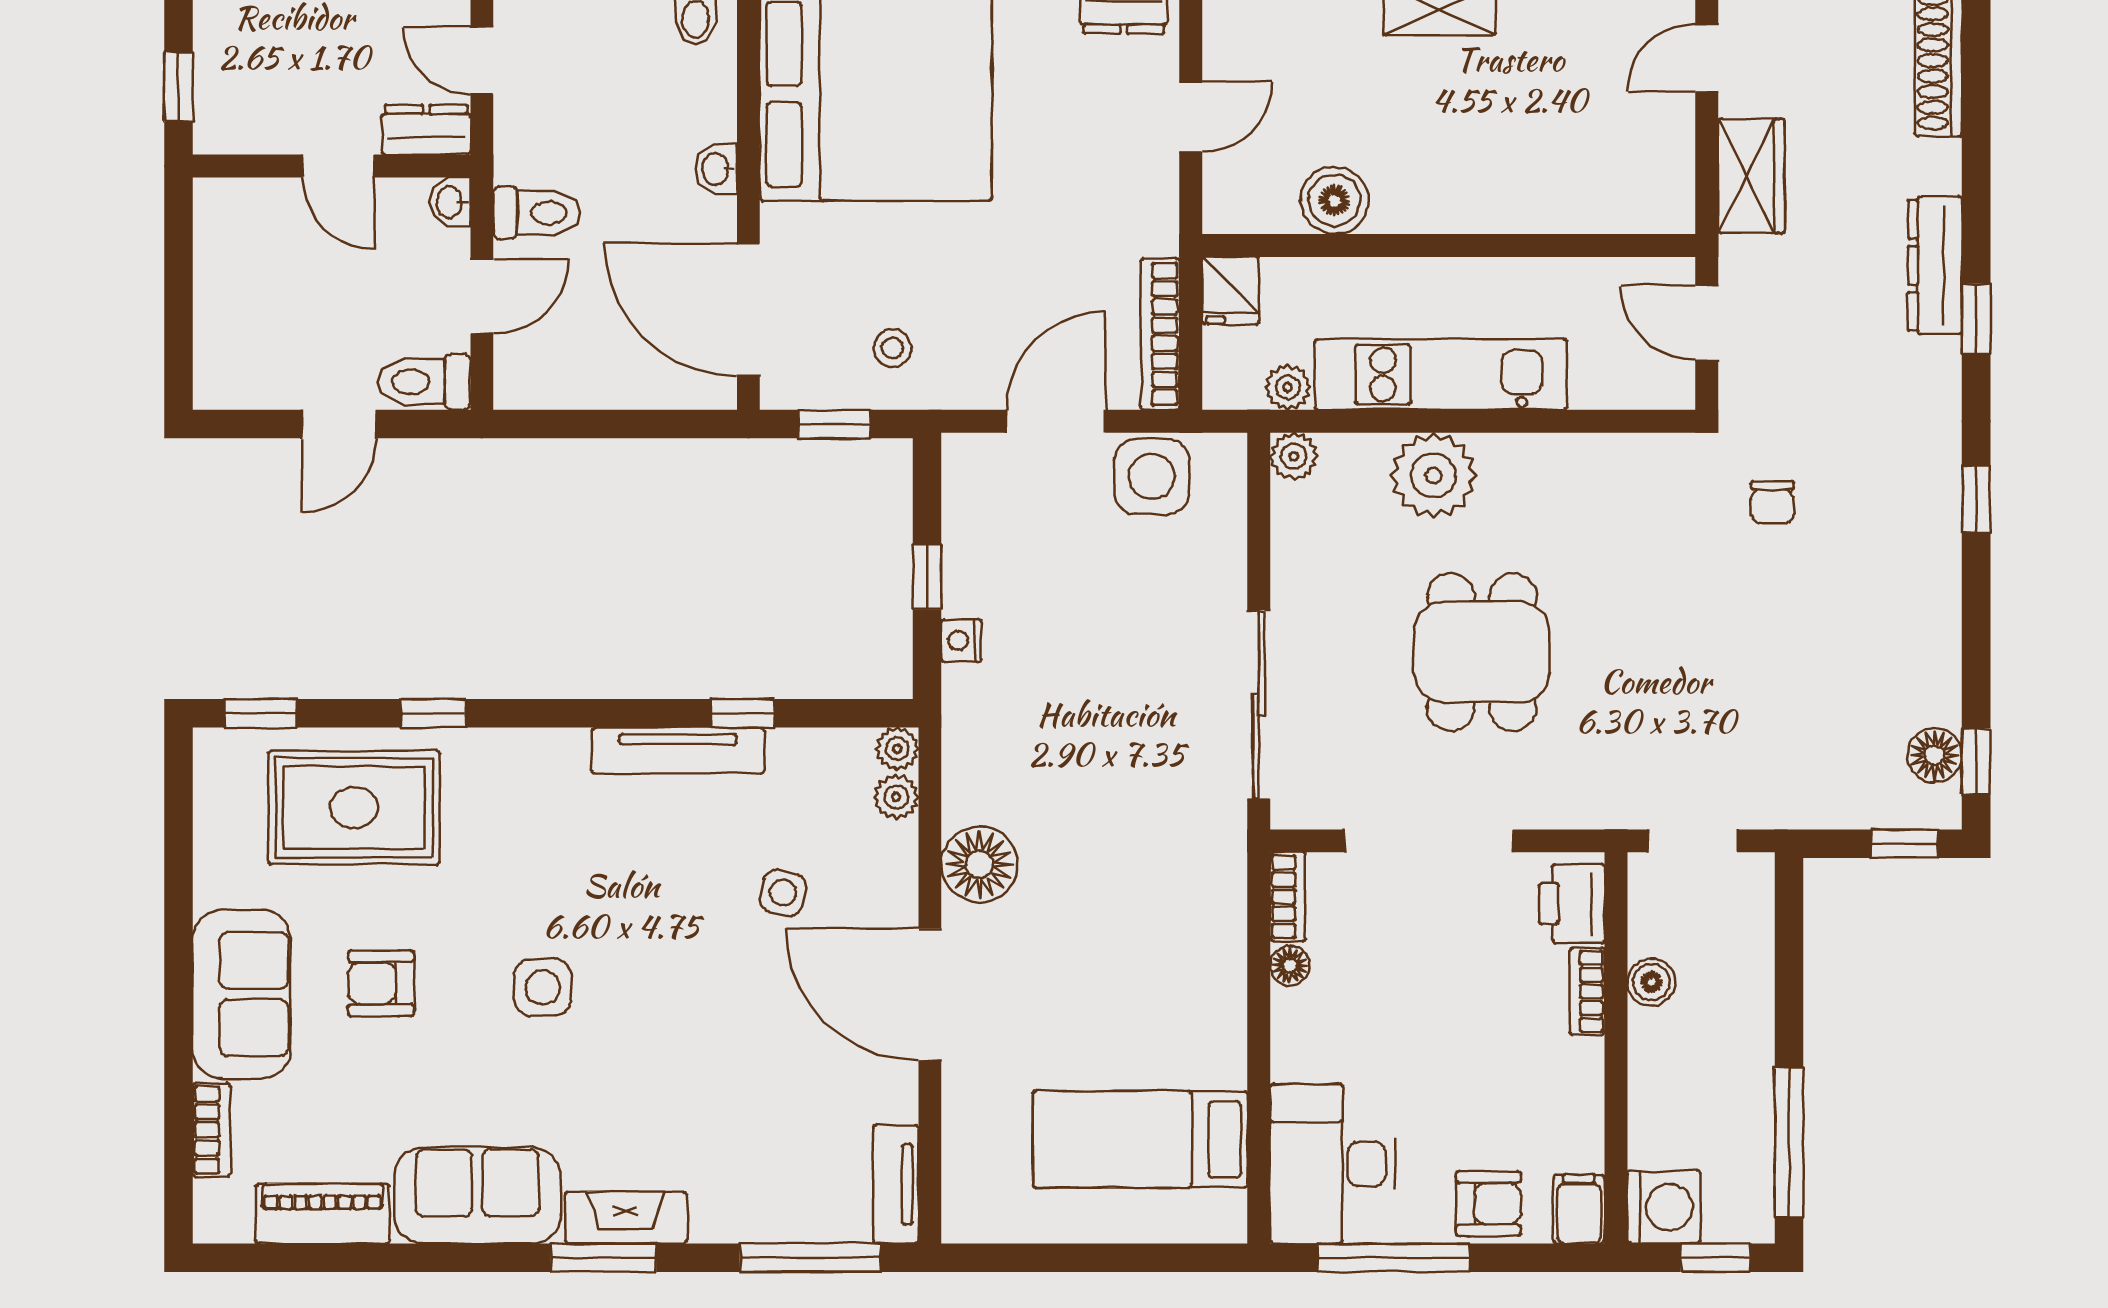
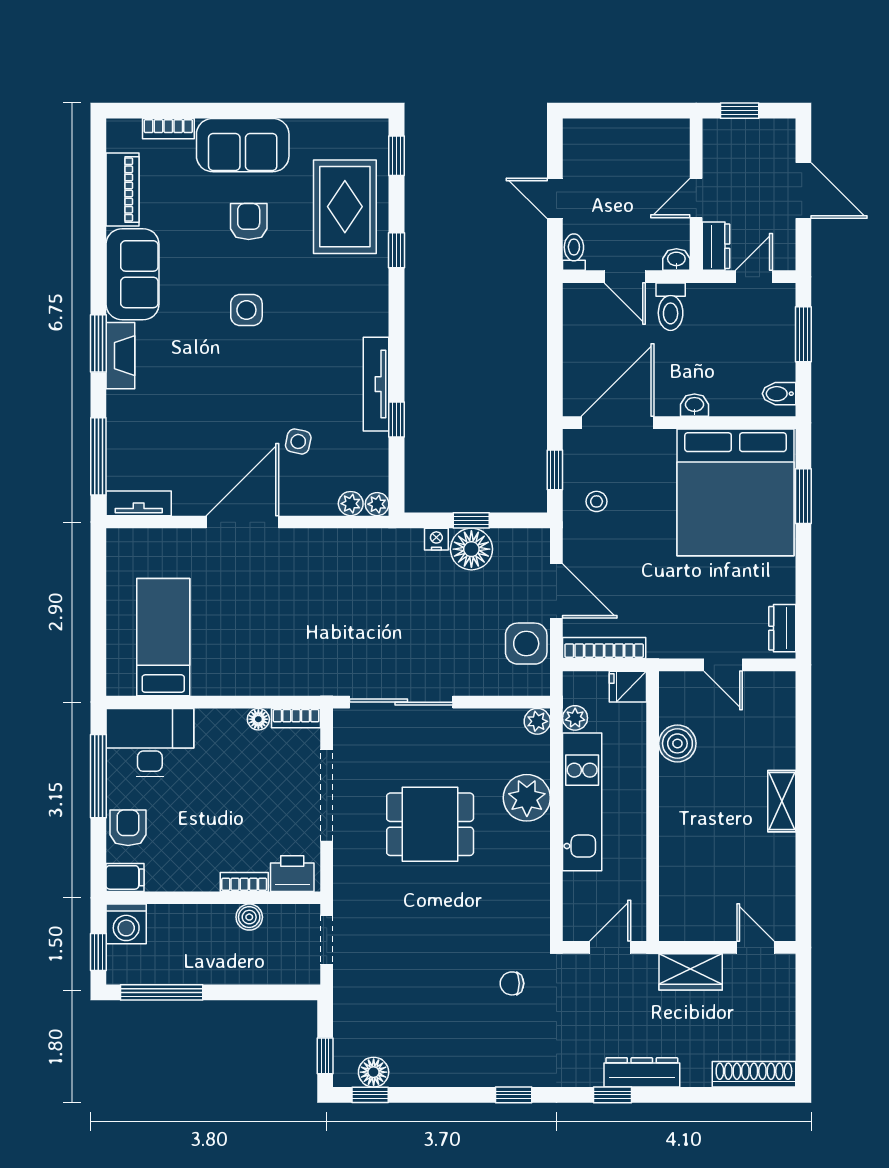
toilet: (424, 382) -> (574, 252), width x0.73, depth x0.72
floor lamp: (979, 864) -> (471, 549), moved
armchair: (1488, 1204) -> (128, 828), turned 180

